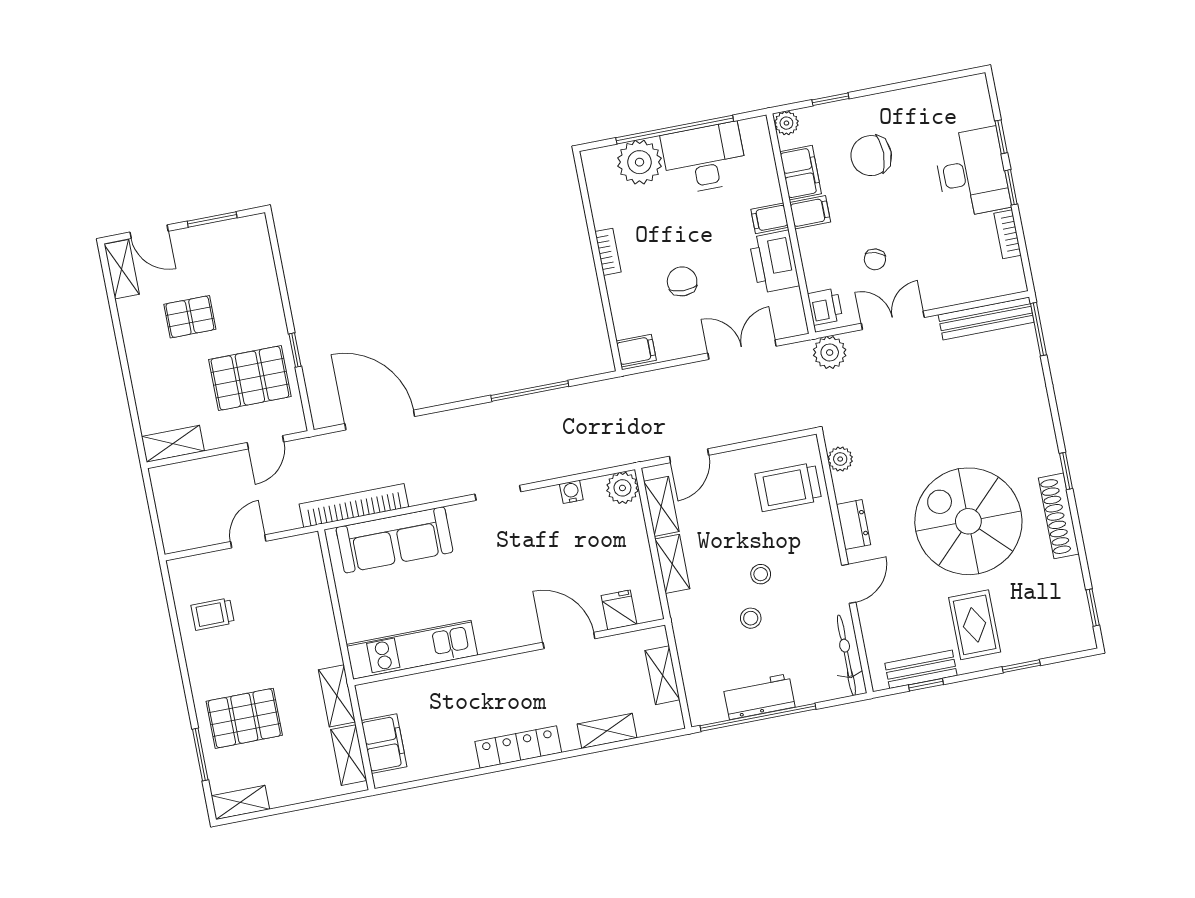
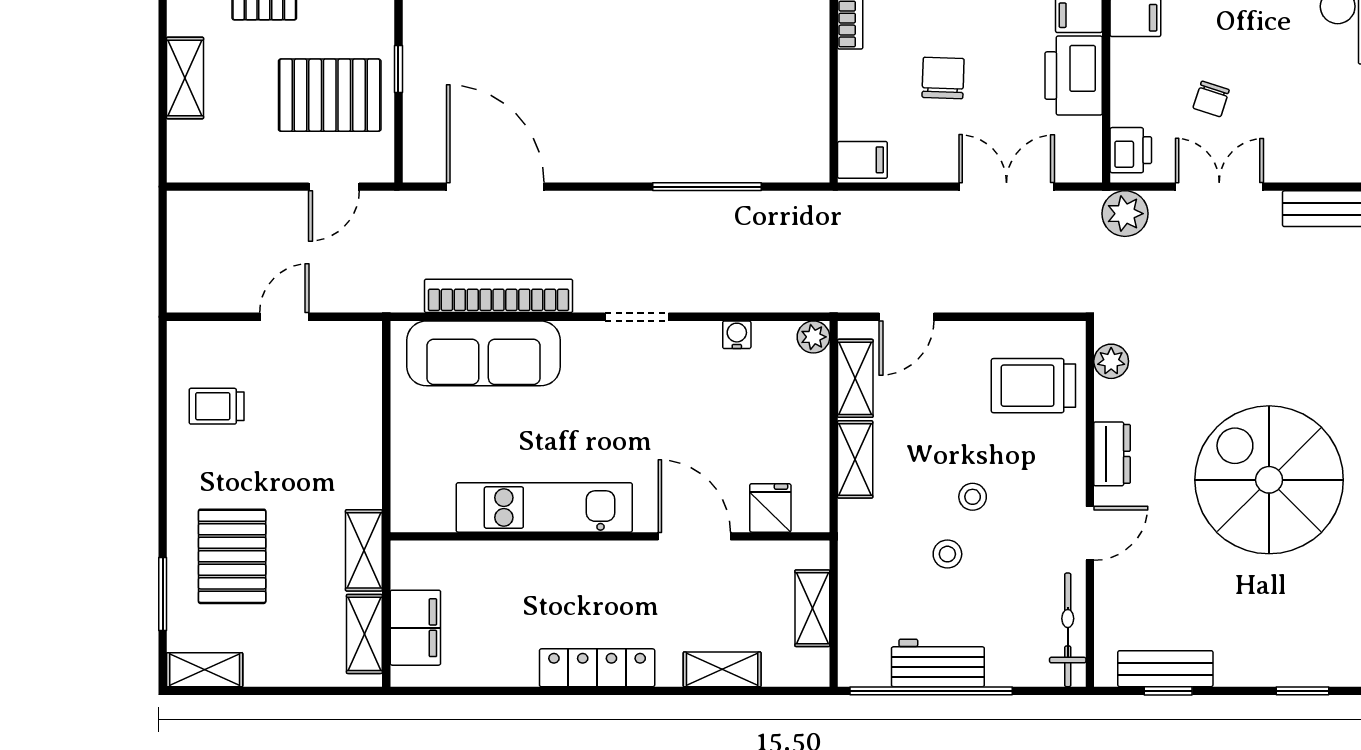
shelving: (173, 444) -> (185, 78), moved, turned 90
plant: (622, 488) -> (813, 337), width x0.73, depth x0.73
bookcase: (354, 505) -> (499, 296), moved
rug: (975, 625) -> (1250, 622), removed
kitchen unit: (412, 650) -> (544, 507), moved
pallet: (244, 718) -> (232, 556), turned 90

